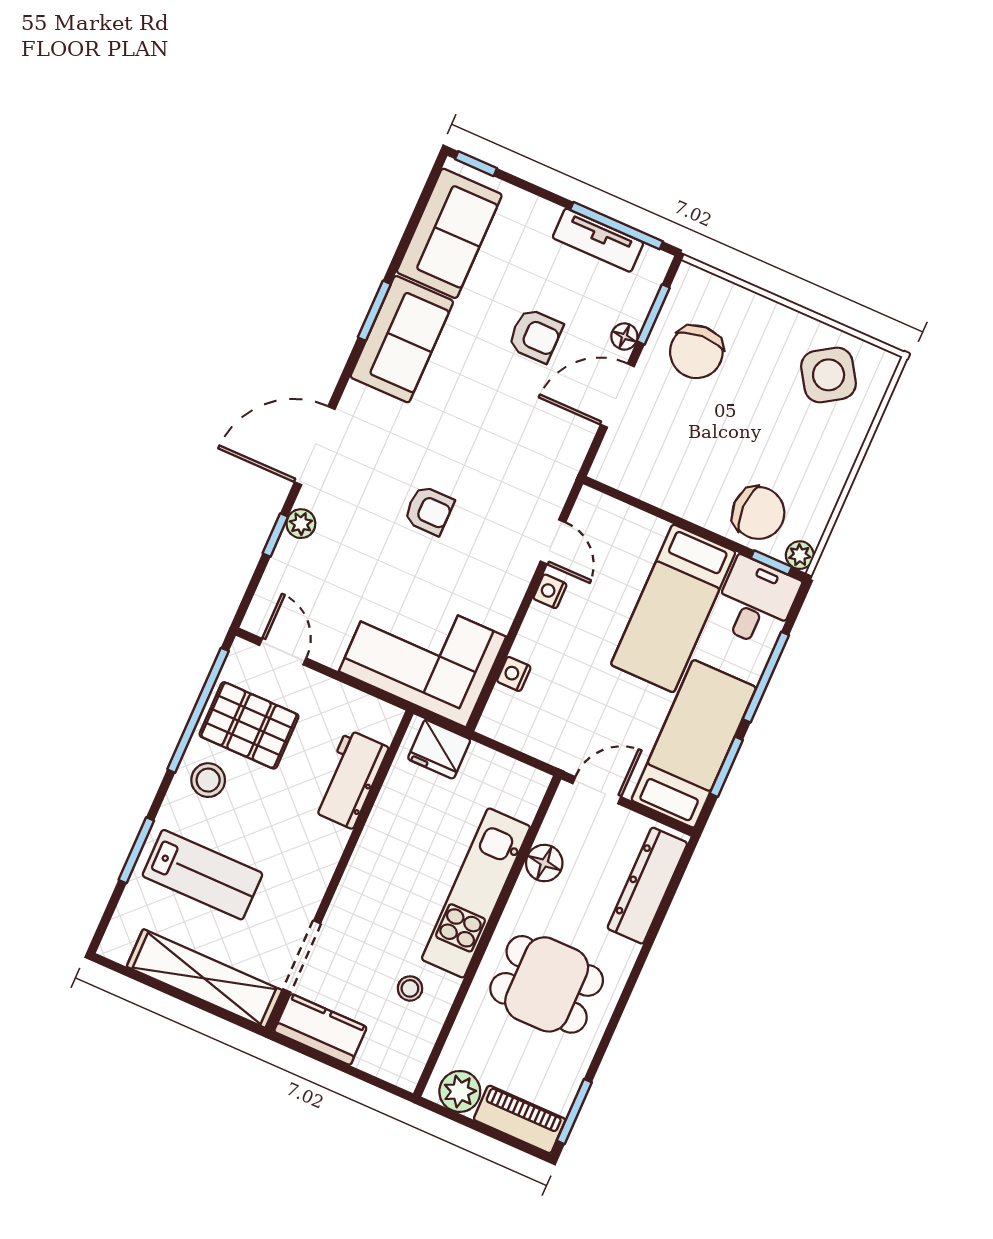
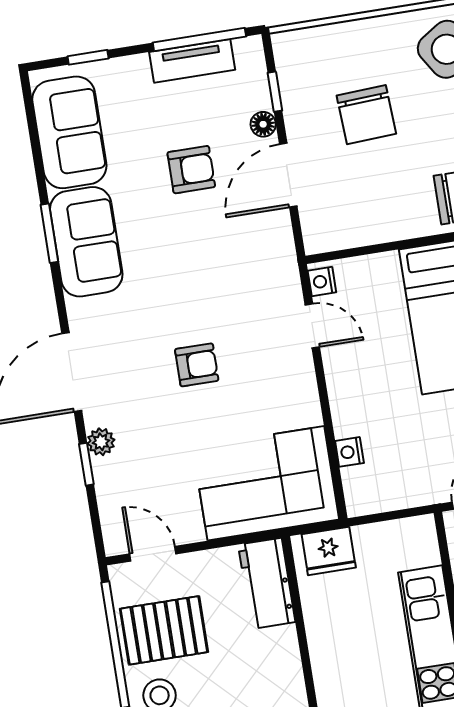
window: (476, 164) -> (88, 57), moved
window: (653, 314) -> (275, 92), width x0.67
chair: (696, 352) -> (366, 115), moved
nightstand: (550, 591) -> (322, 281), moved
workbench: (350, 779) -> (267, 583), moved

